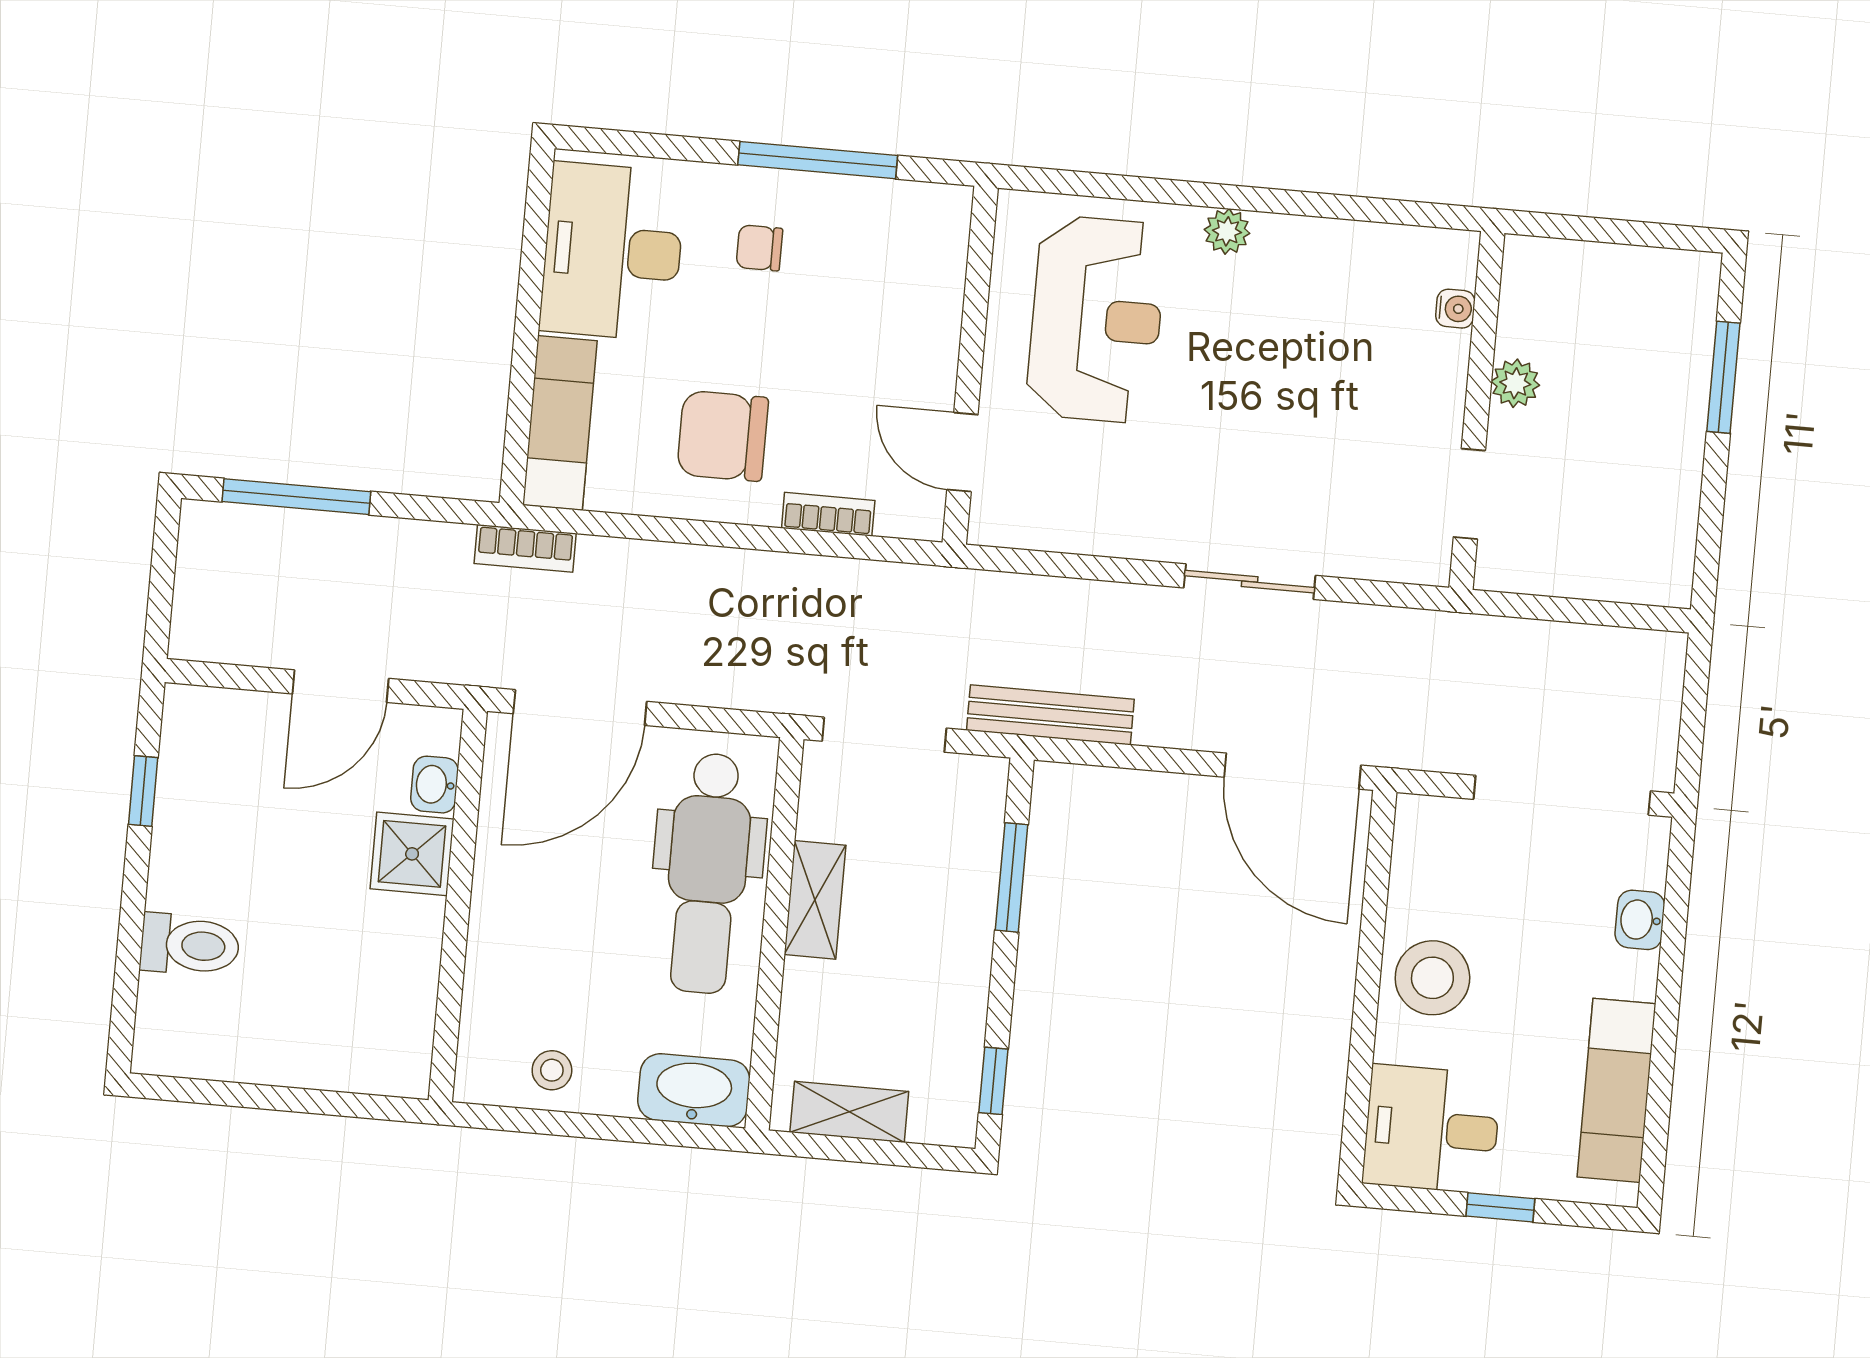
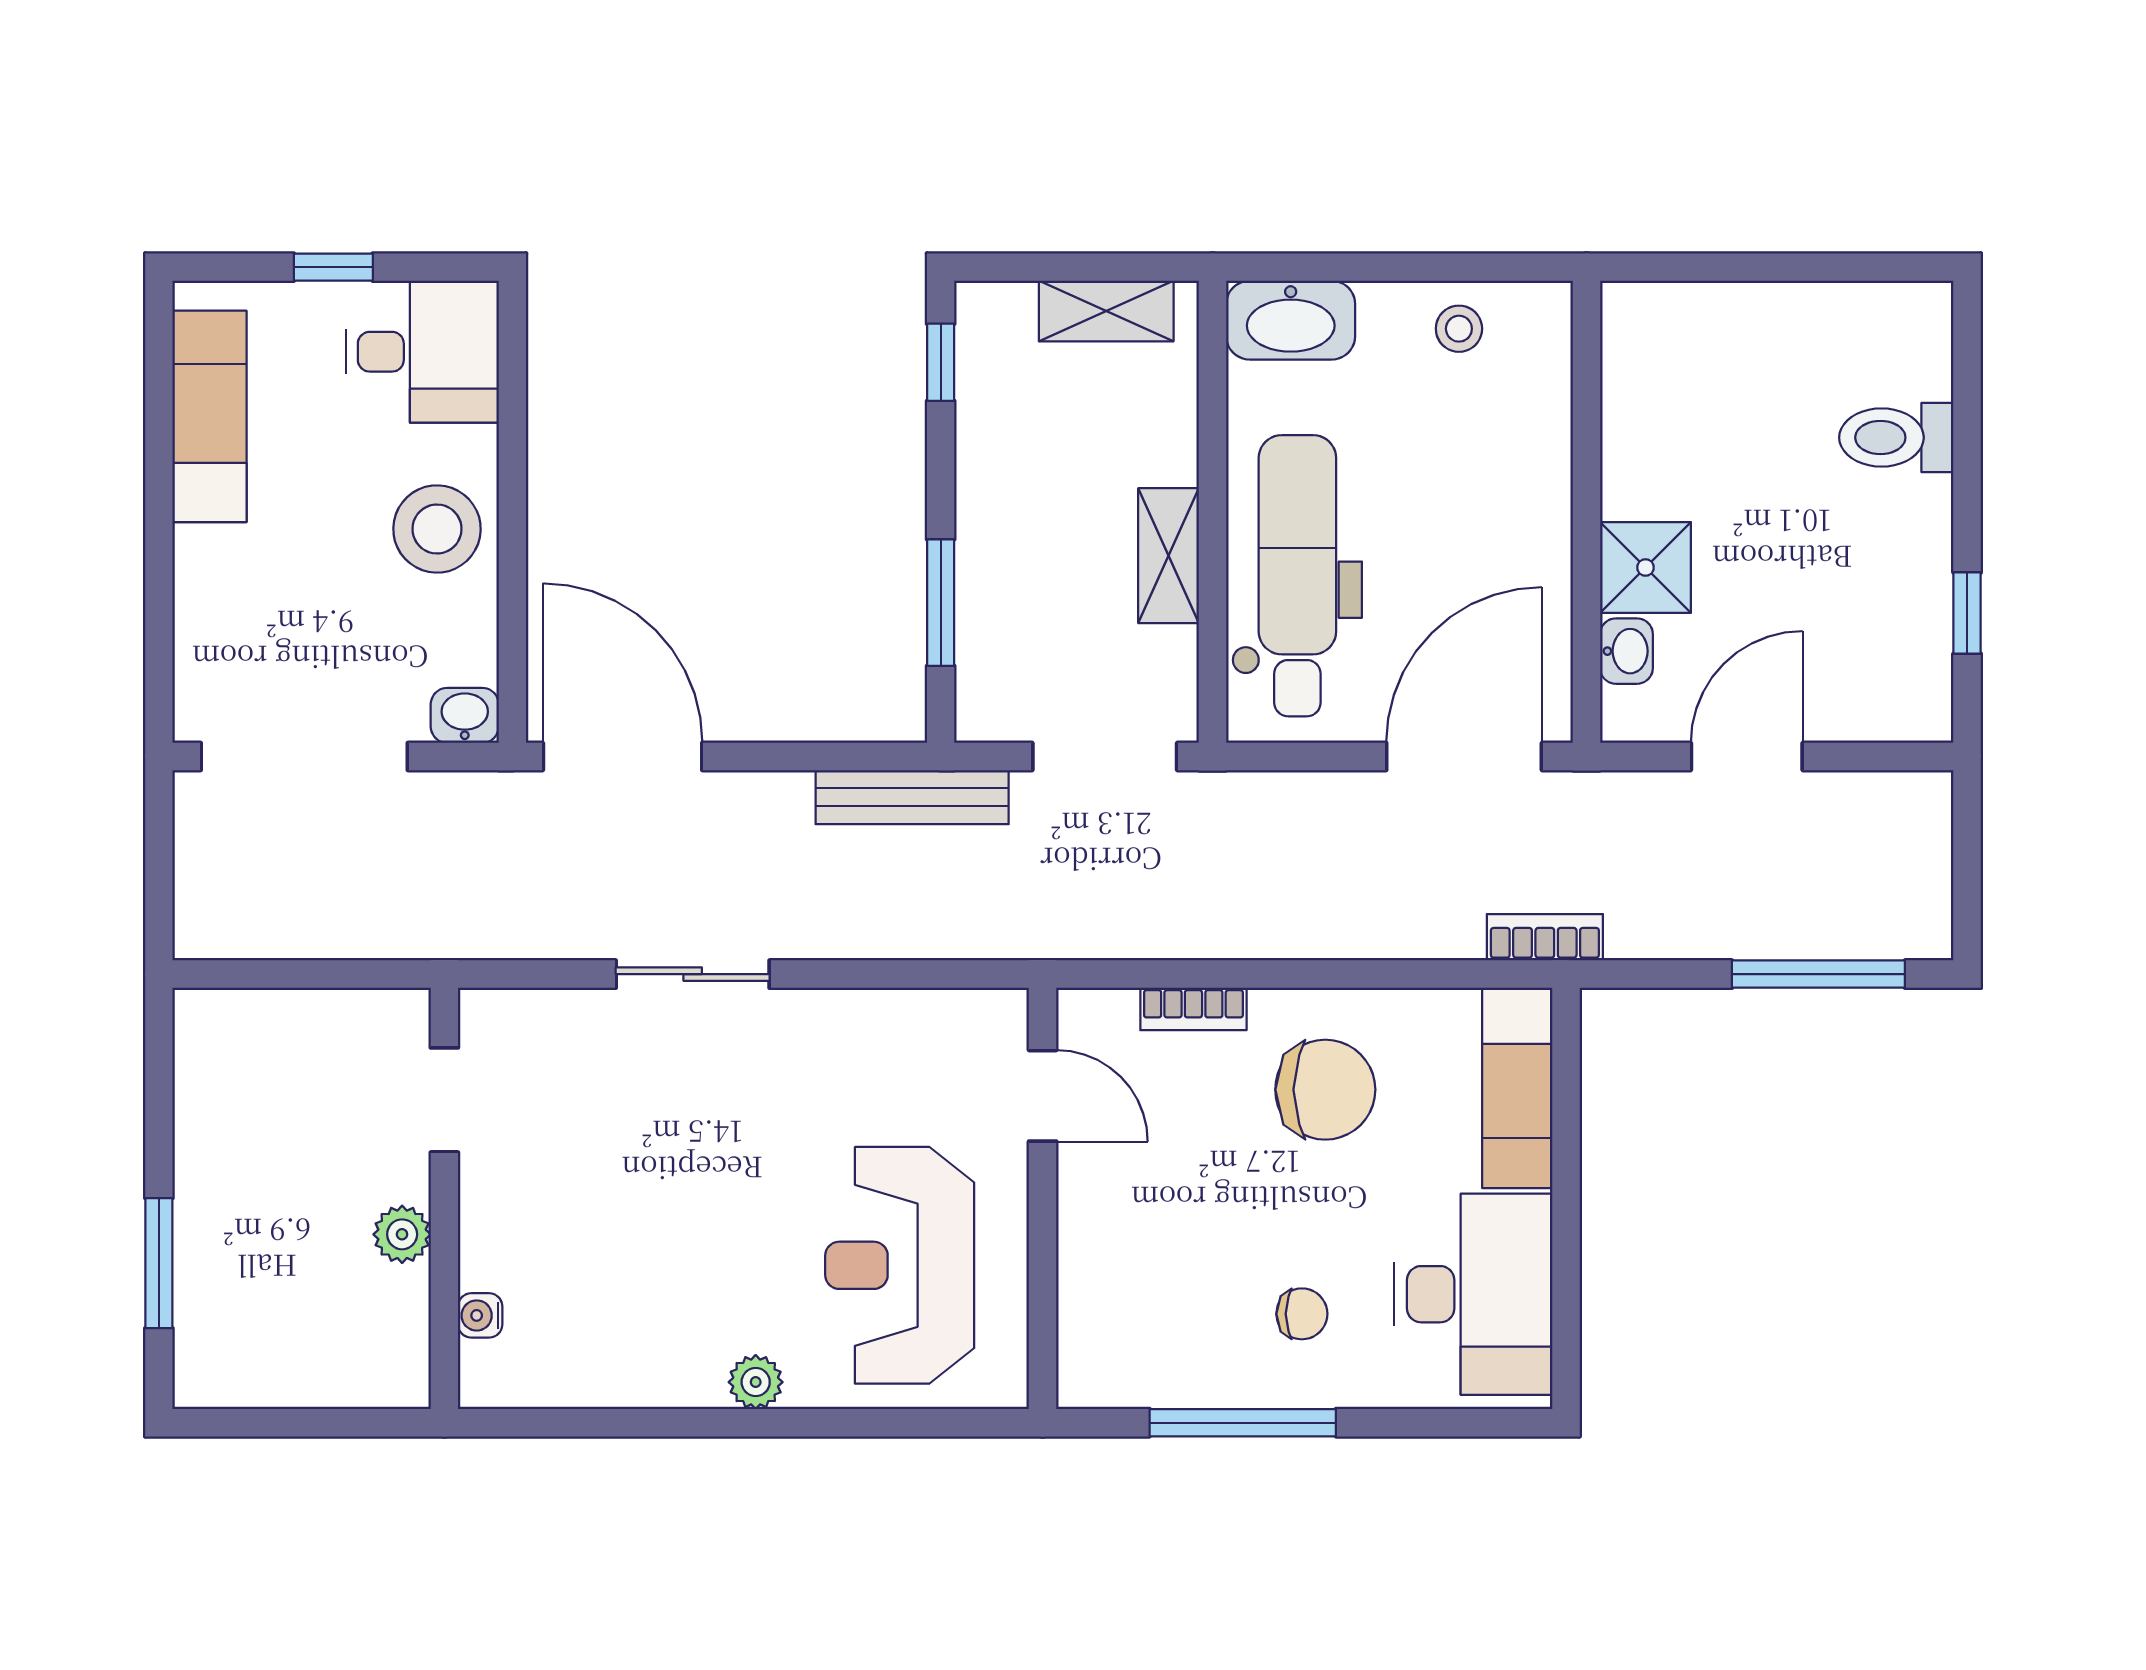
washbasin: (1640, 920) -> (465, 715), moved, turned -90

